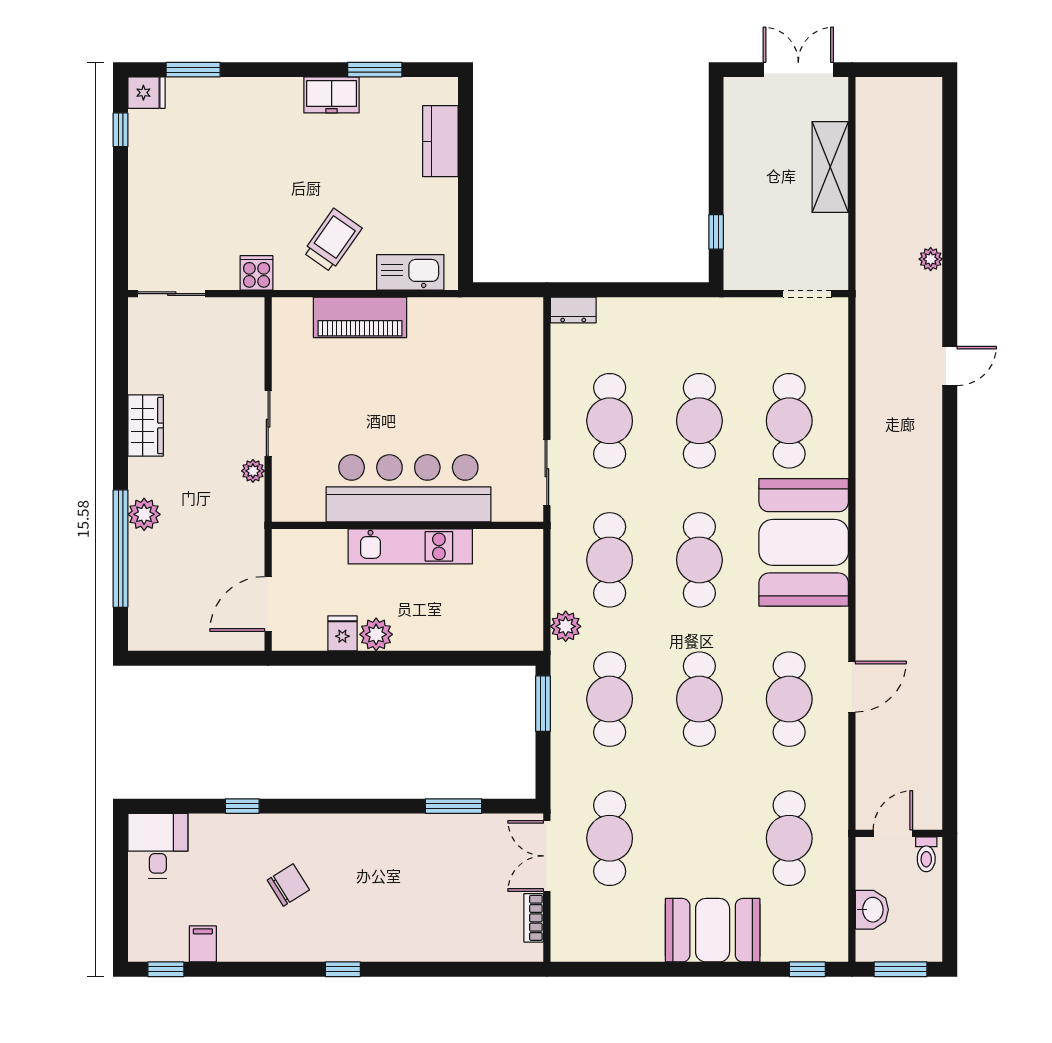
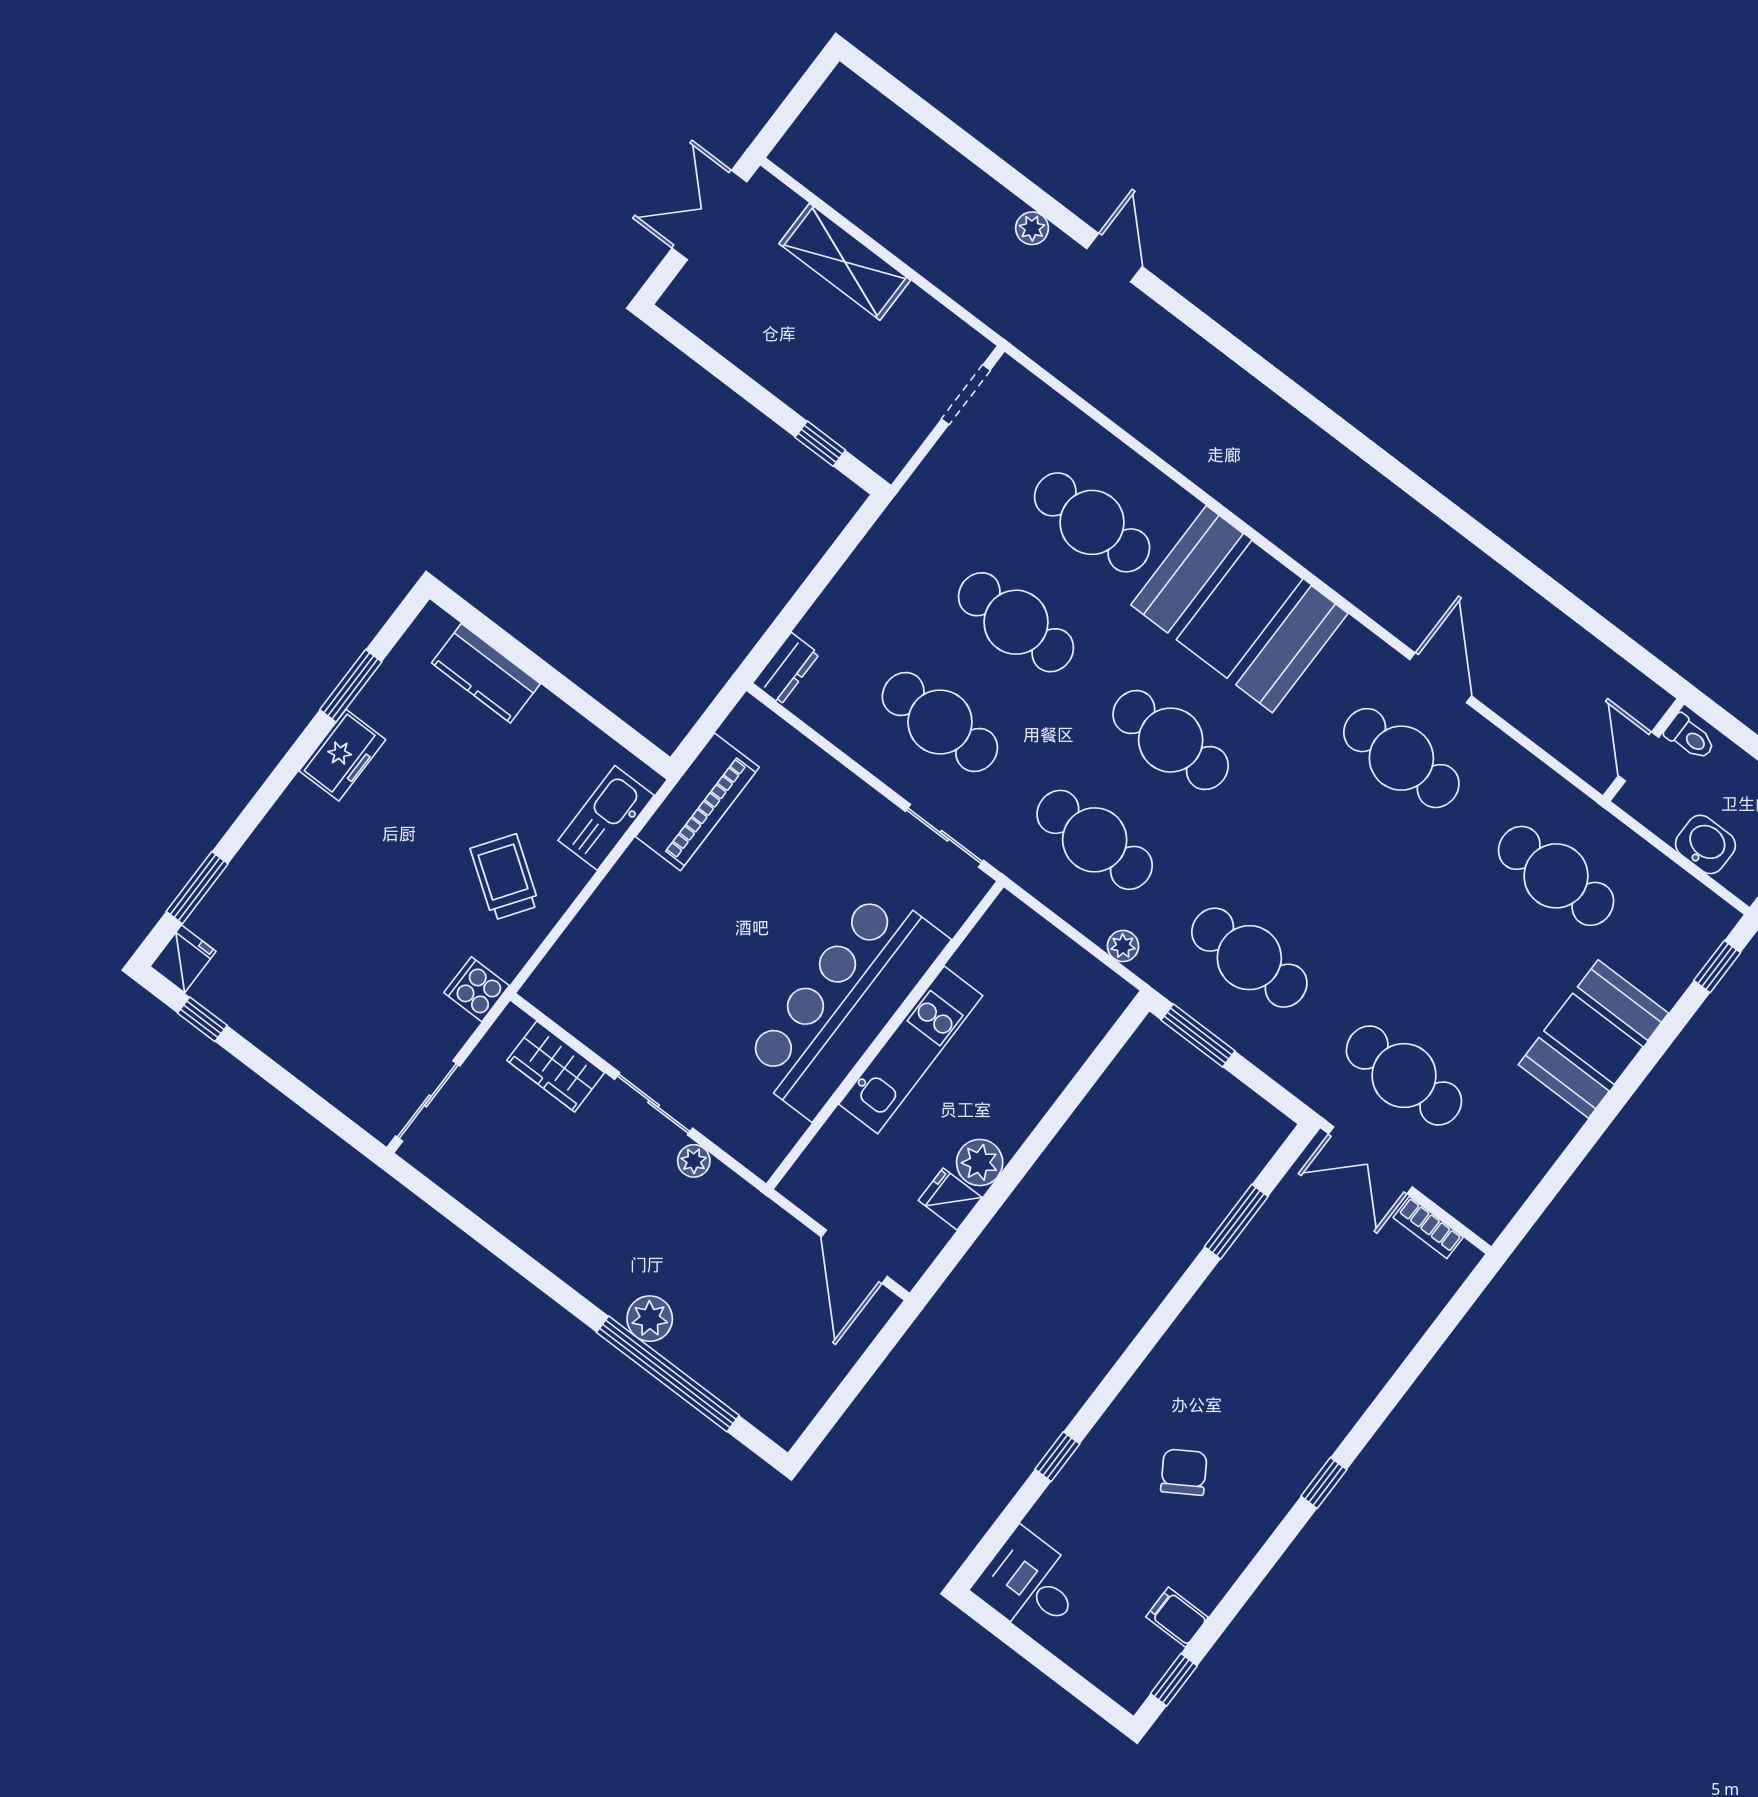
piano: (360, 317) -> (697, 802), moved
door: (950, 366) -> (1115, 258), moved
wardrobe: (146, 426) -> (556, 1067), moved, turned 180
plant: (566, 626) -> (1123, 946), width x0.73, depth x0.73
cafe table: (699, 699) -> (1325, 858), removed

